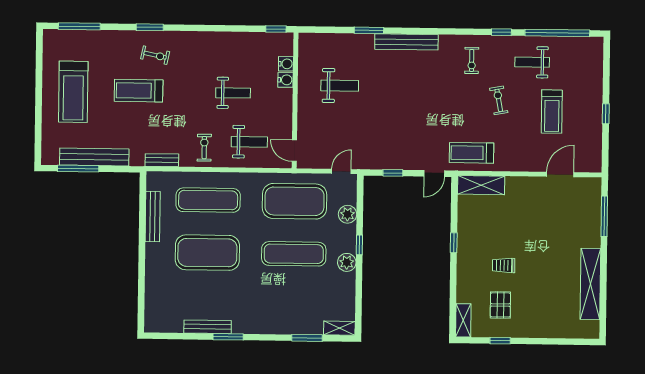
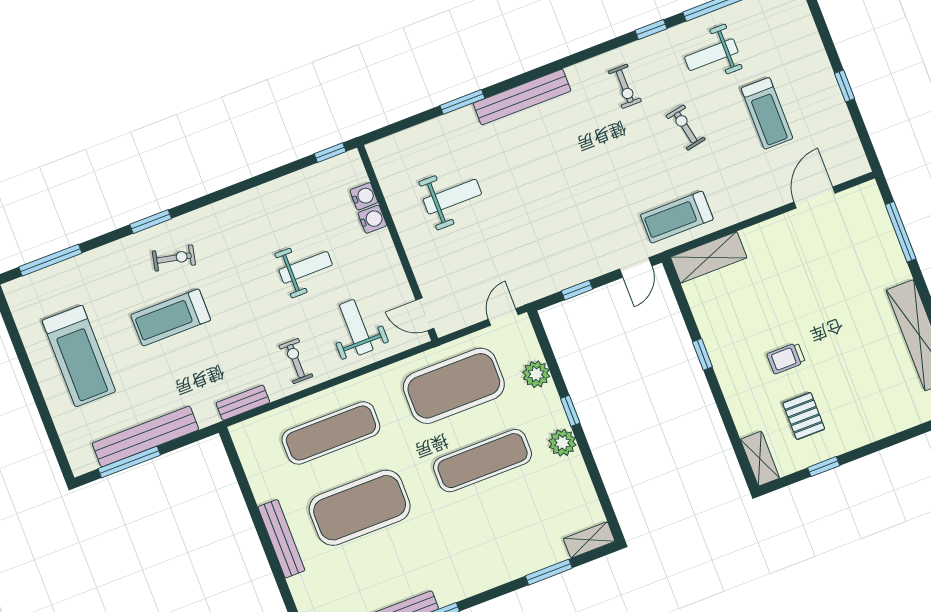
weight bench: (249, 142) -> (356, 327), turned -90
bench: (153, 216) -> (281, 539), moved

